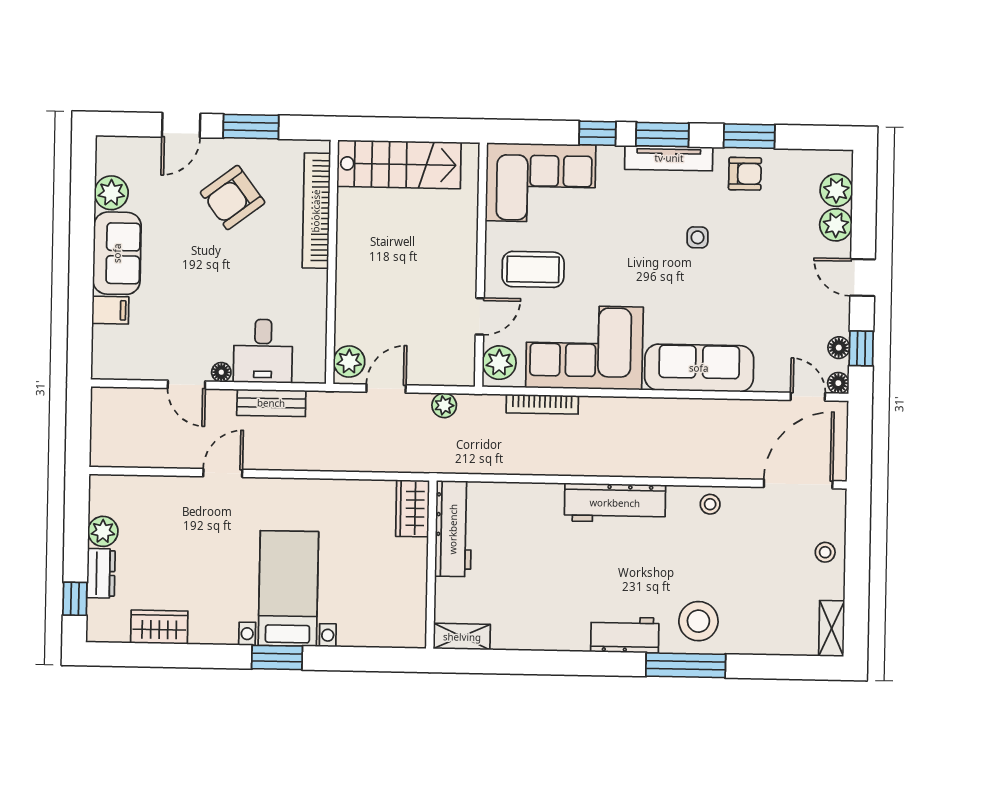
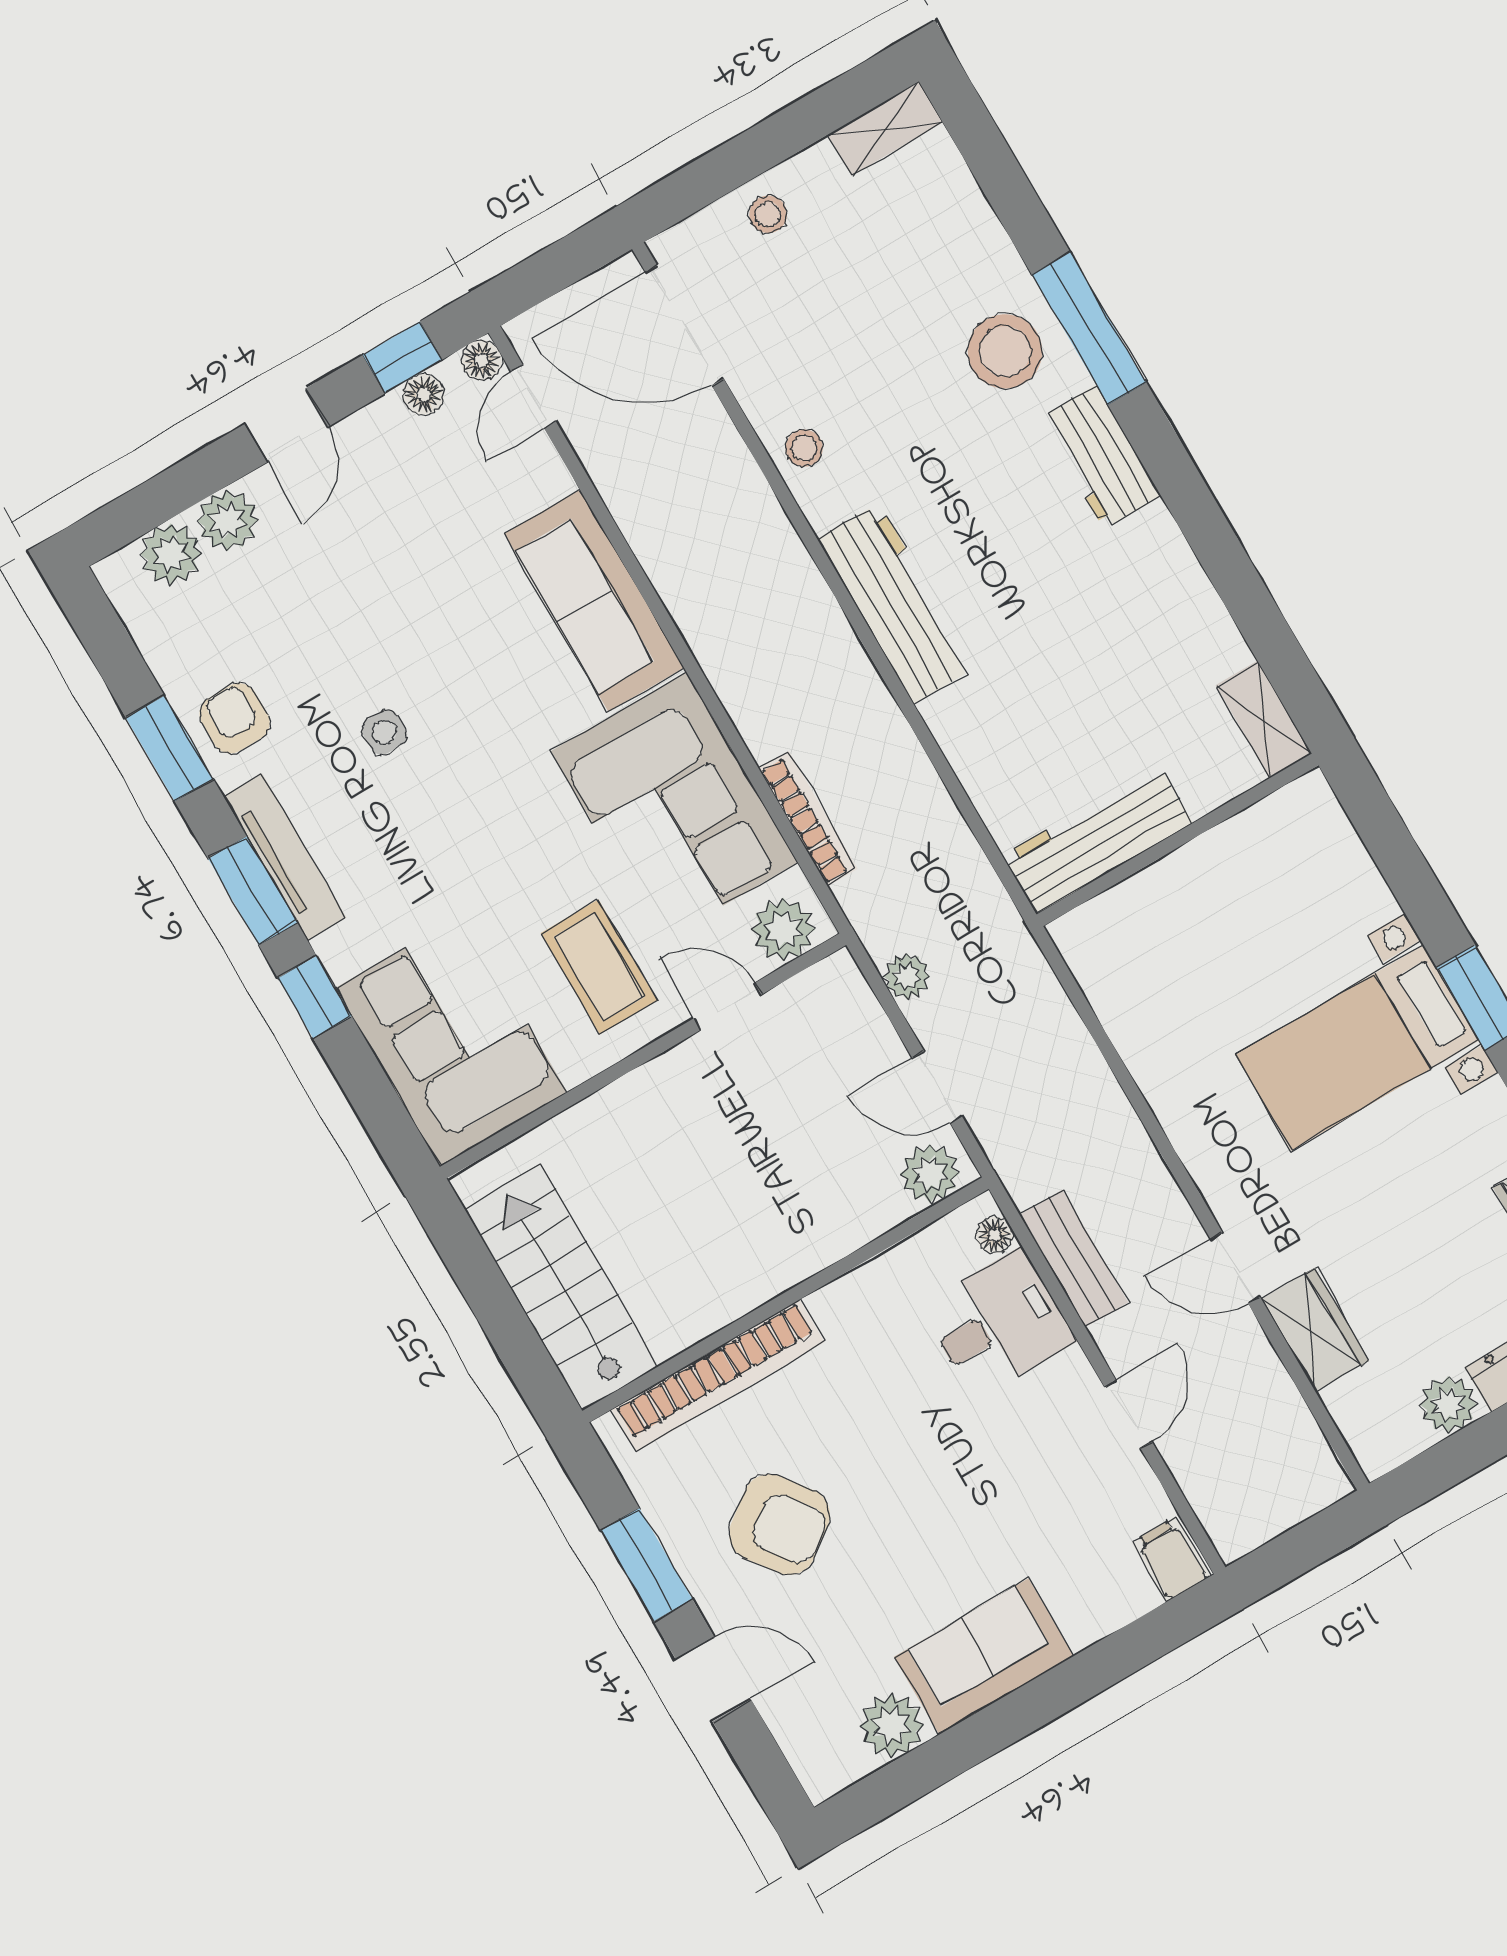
filing cabinet: (110, 310) -> (1171, 1559), moved
floor lamp: (221, 372) -> (995, 1235), moved
wardrobe: (412, 508) -> (1315, 1330), moved, turned -90

